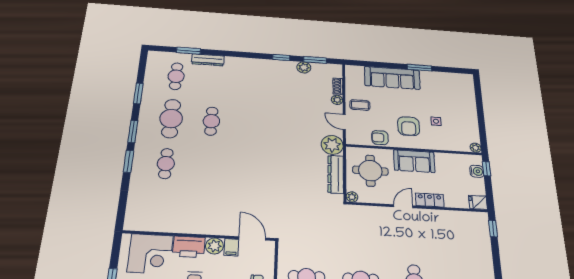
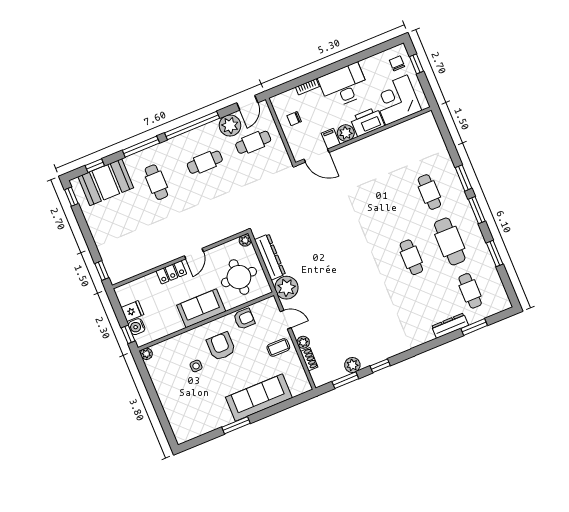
fridge: (478, 202) -> (132, 311), moved

